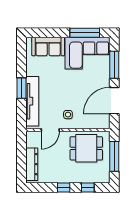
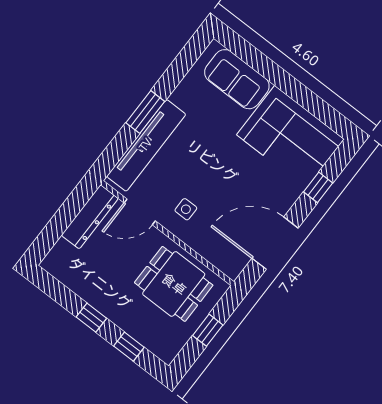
window: (85, 33) -> (311, 102), removed
window: (114, 65) -> (318, 187), width x0.46
window: (114, 156) -> (208, 330), width x0.46
dresser: (32, 164) -> (90, 217), moved

